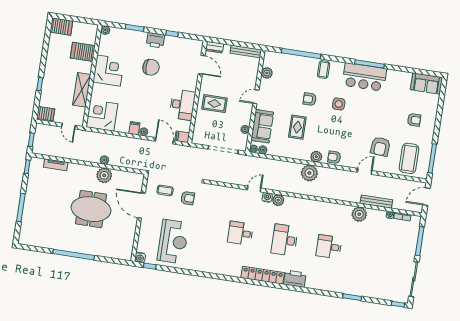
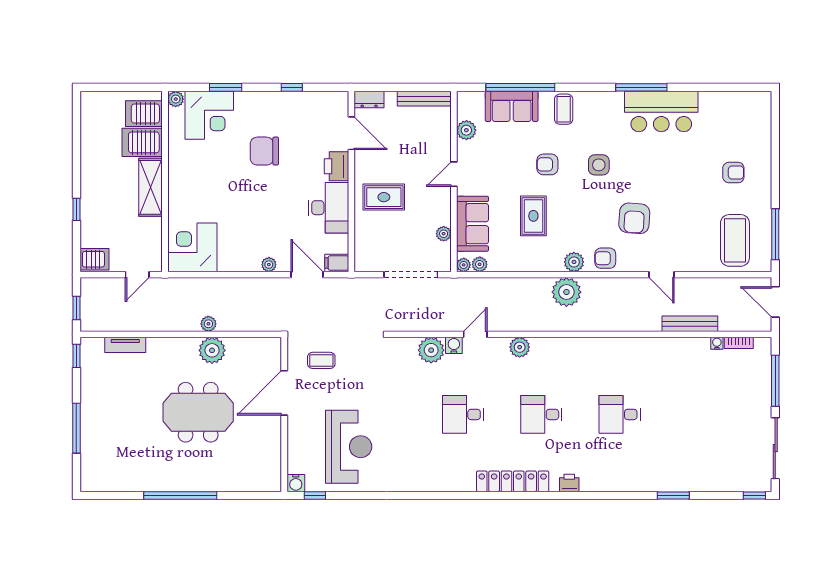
server rack: (61, 26) -> (144, 114), moved, turned 180
printer: (156, 40) -> (337, 166), moved, turned 90
chair: (151, 67) -> (264, 151), turned 180
corner desk: (109, 71) -> (209, 115), moved, turned 90
bar counter: (364, 77) -> (661, 111), moved
sofa: (426, 84) -> (512, 106), moved
shelving: (82, 90) -> (151, 187), moved
door: (68, 126) -> (137, 275), hinge flipped
filing cabinet: (134, 128) -> (252, 261), removed
armchair: (380, 147) -> (634, 218), moved
door: (365, 171) -> (662, 275), swing flipped
water cooler: (267, 197) -> (454, 345), moved
door: (426, 197) -> (775, 302), hinge flipped
armchair: (188, 198) -> (362, 368), removed
door: (141, 206) -> (284, 393), hinge flipped
plant: (359, 214) -> (431, 350), moved
desk: (285, 240) -> (541, 414), width x0.73
printer: (295, 279) -> (569, 483), width x0.53, depth x0.68

